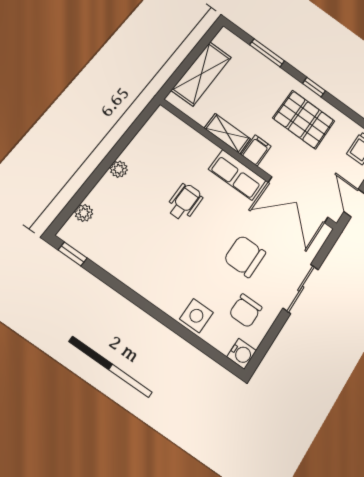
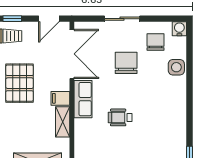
chair: (245, 256) -> (126, 63), turned 180
chair: (246, 311) -> (155, 42), turned -90

